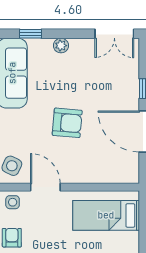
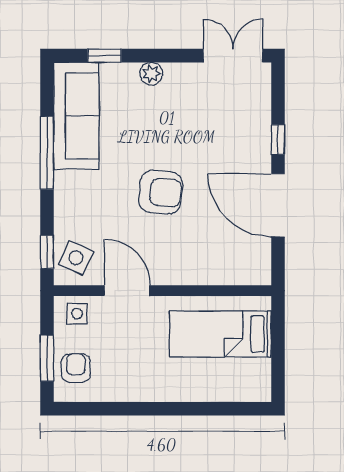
double door: (114, 34) -> (233, 56), swing flipped

